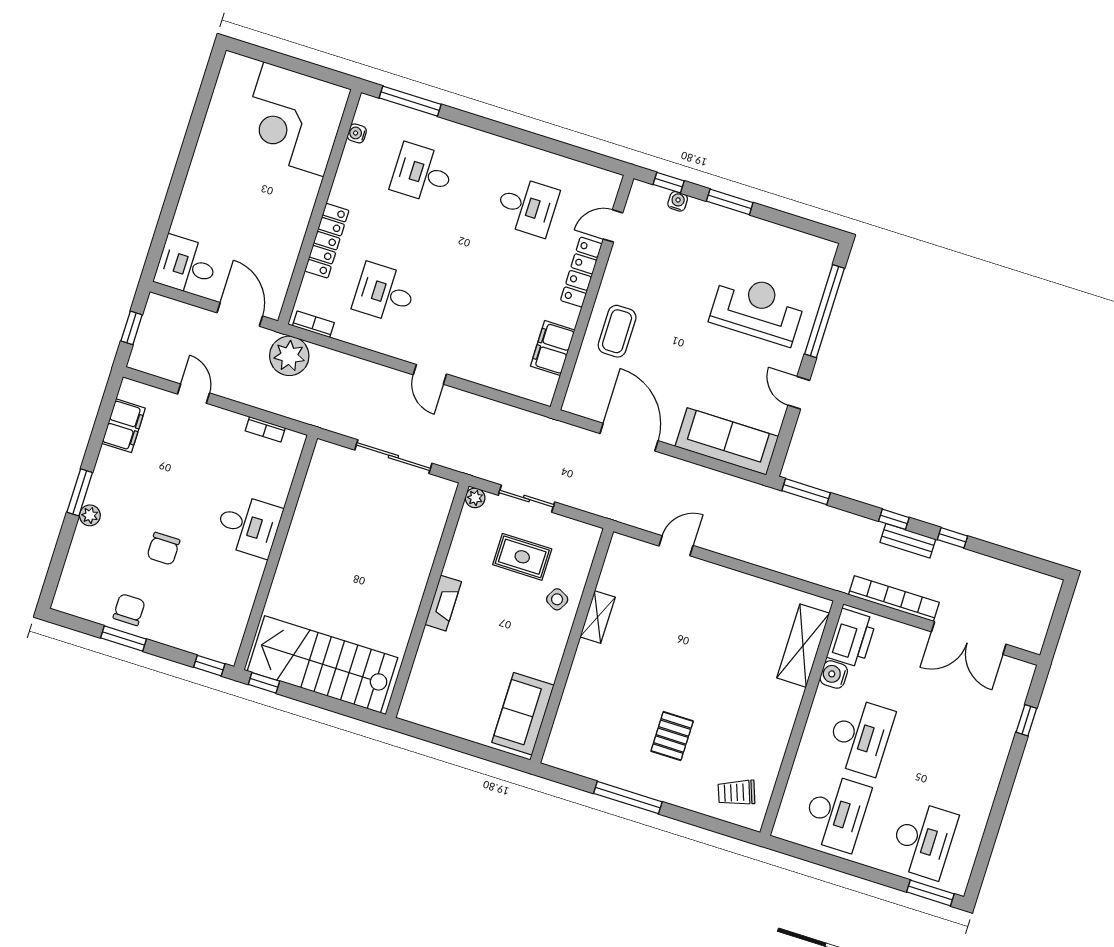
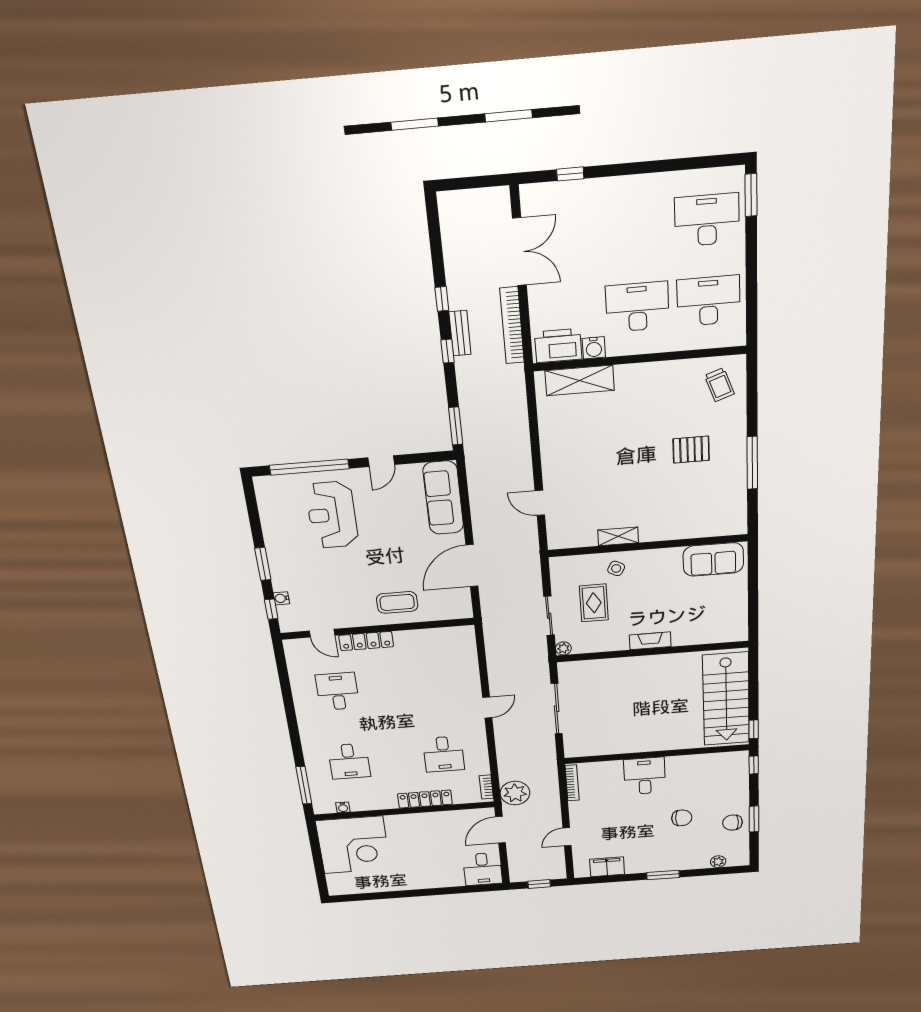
filing cabinet: (553, 348) -> (430, 639), removed
bookcase: (265, 429) -> (572, 783), width x1.56
plant: (90, 515) -> (718, 862), moved

